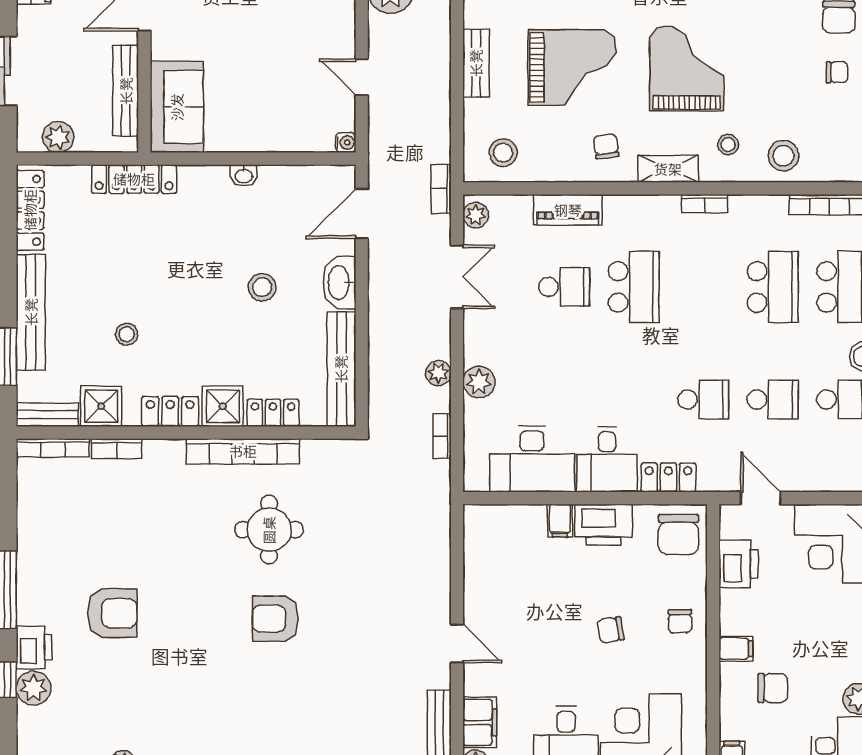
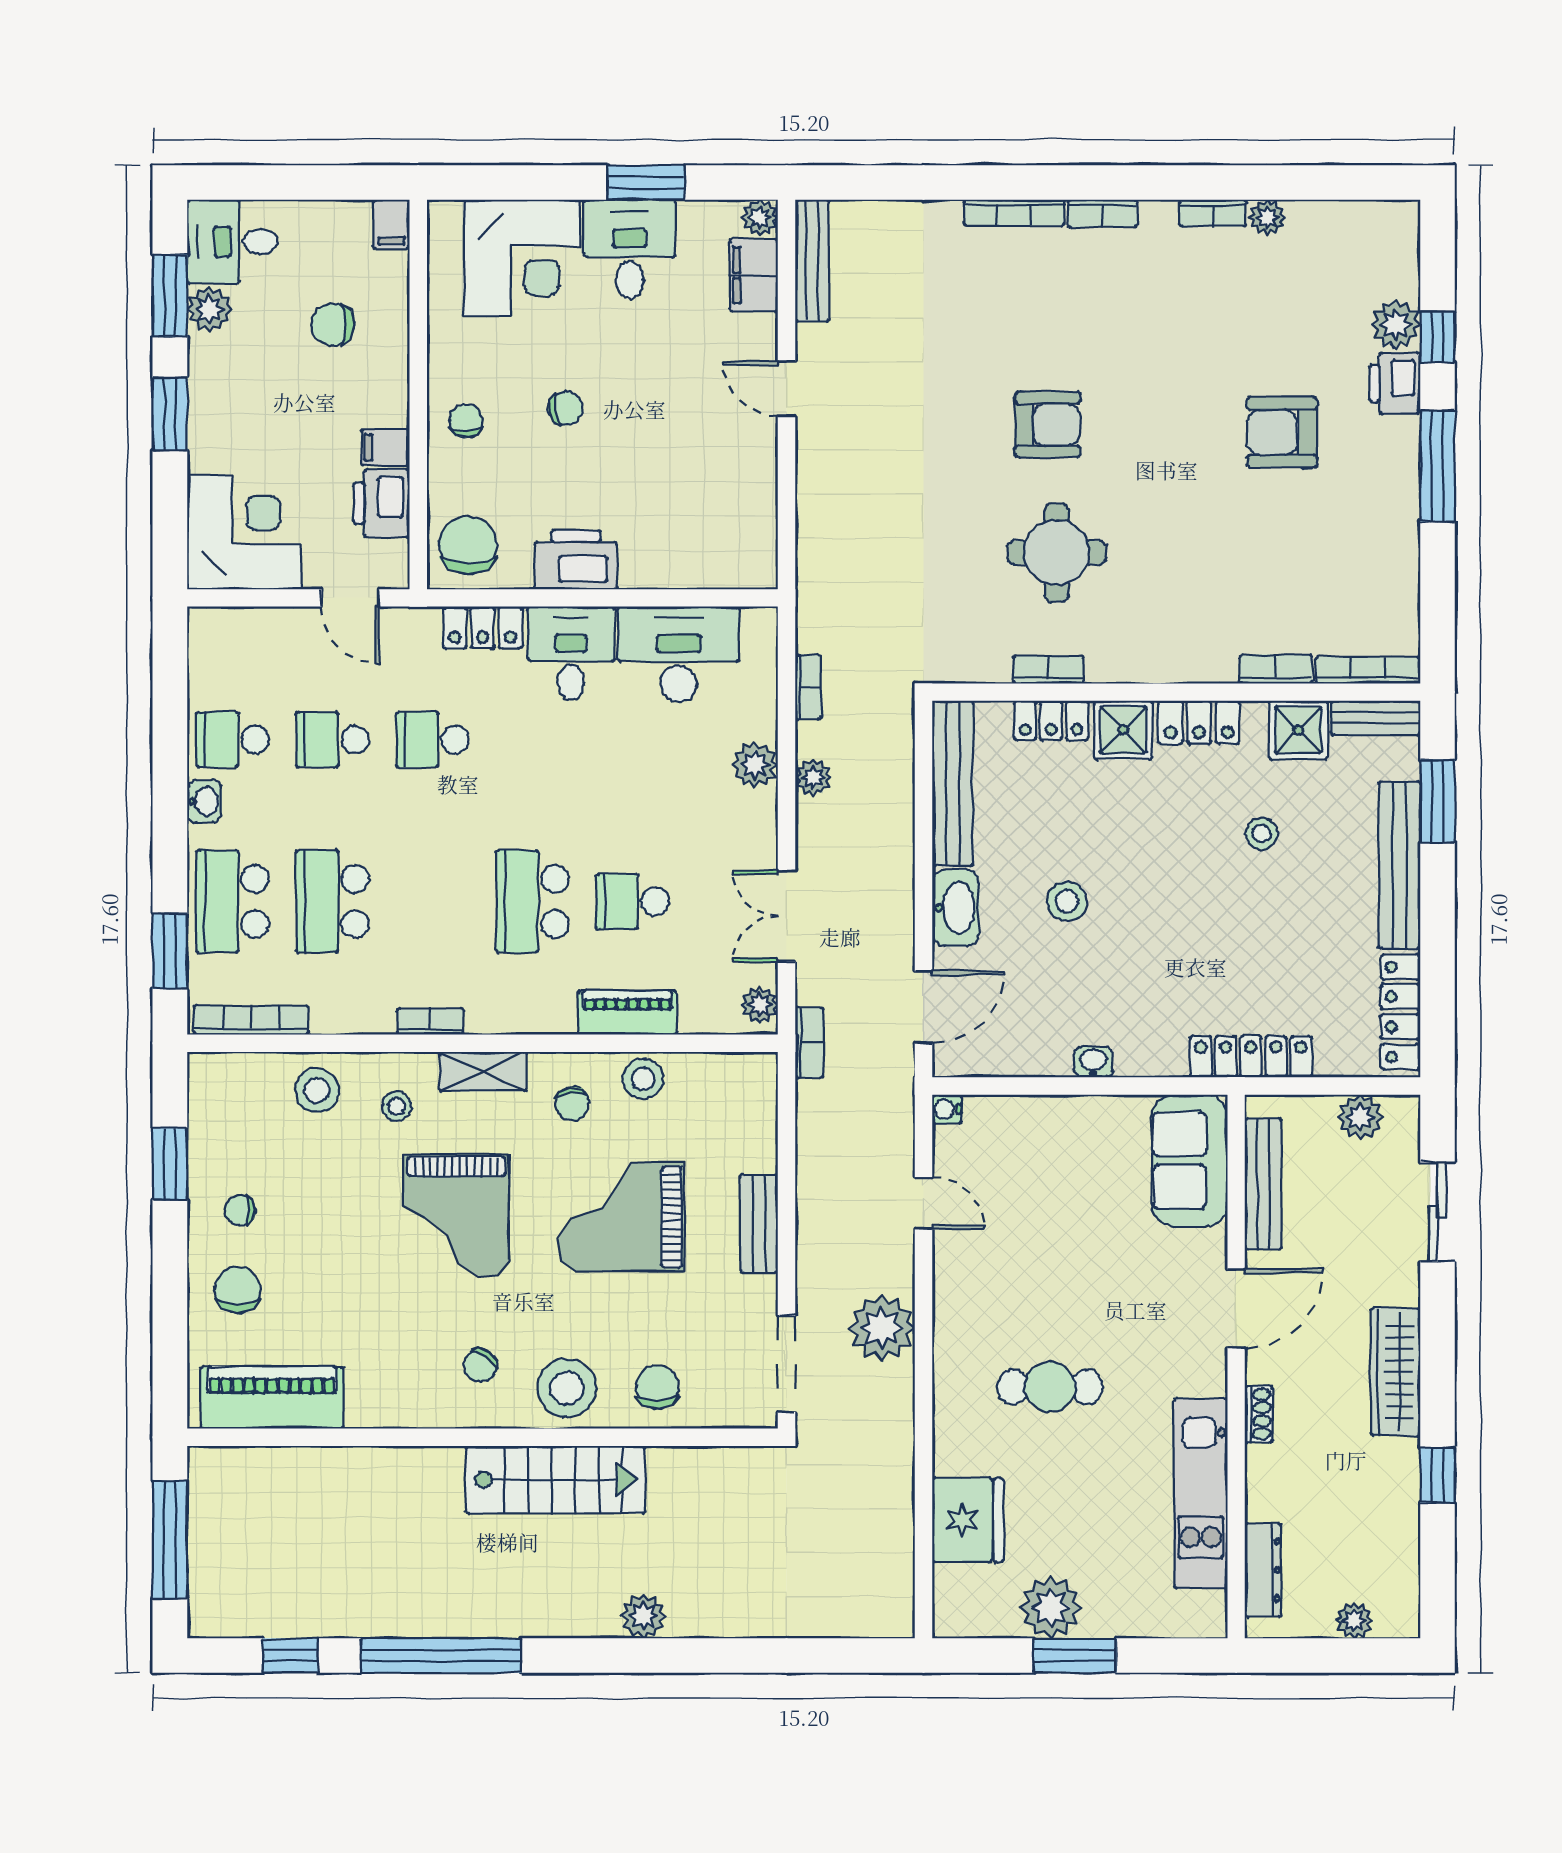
stool: (503, 153) -> (643, 1079), moved
bookcase: (243, 451) -> (1048, 670), width x0.43, depth x0.76
filing cabinet: (560, 521) -> (638, 565), removed
filing cabinet: (736, 649) -> (385, 447), moved

